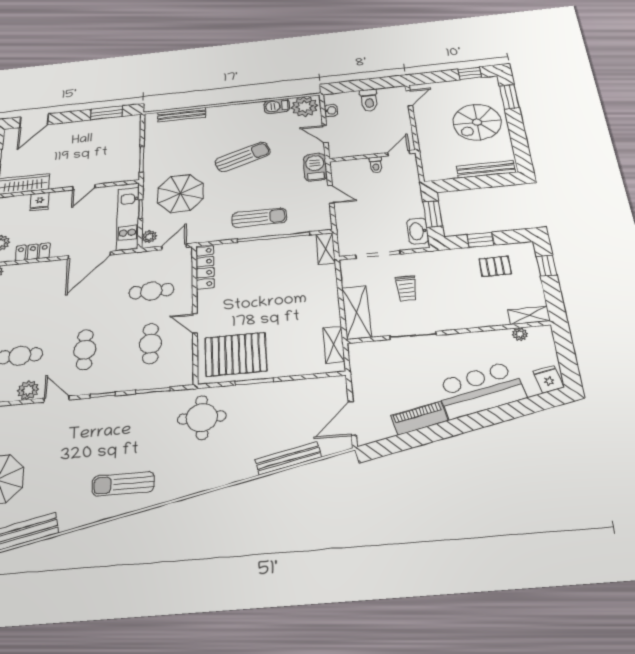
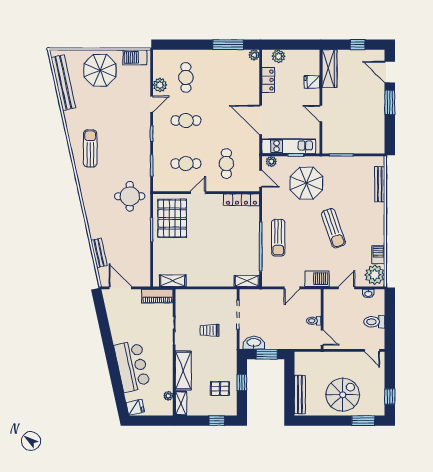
window: (107, 113) -> (390, 102), moved
spiral stairs: (477, 122) -> (343, 395), turned 90
pallet: (495, 266) -> (220, 389), turned 90
shelving: (356, 312) -> (183, 370), moved, turned 90
piano: (419, 418) -> (157, 296), moved, turned 102
bench: (288, 458) -> (99, 253), width x0.73

